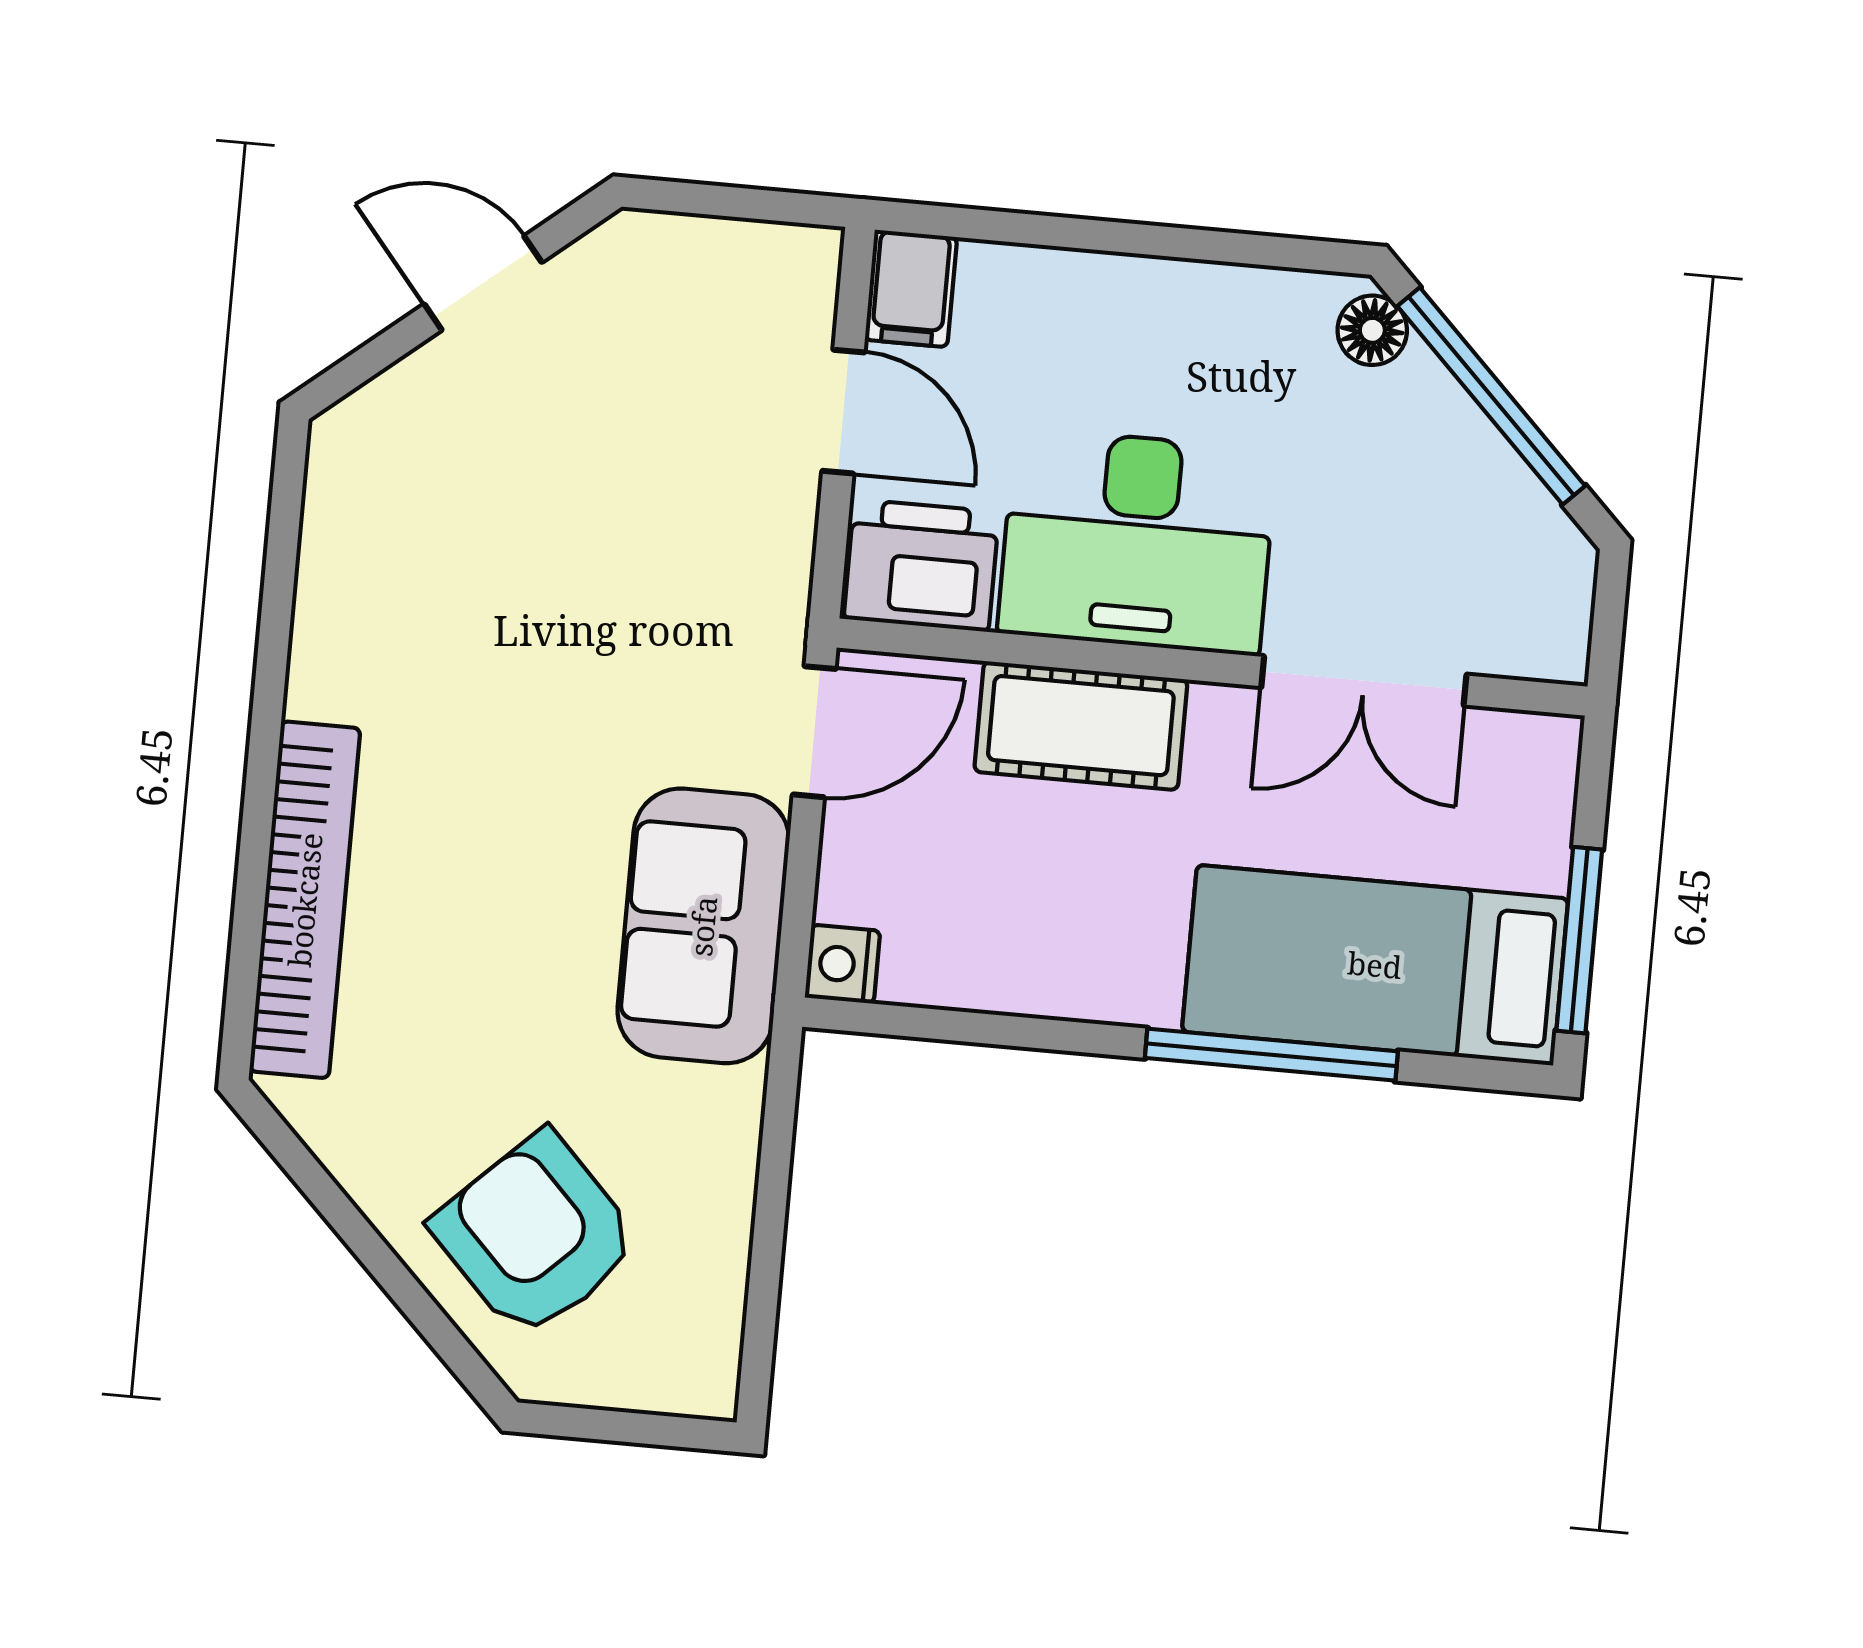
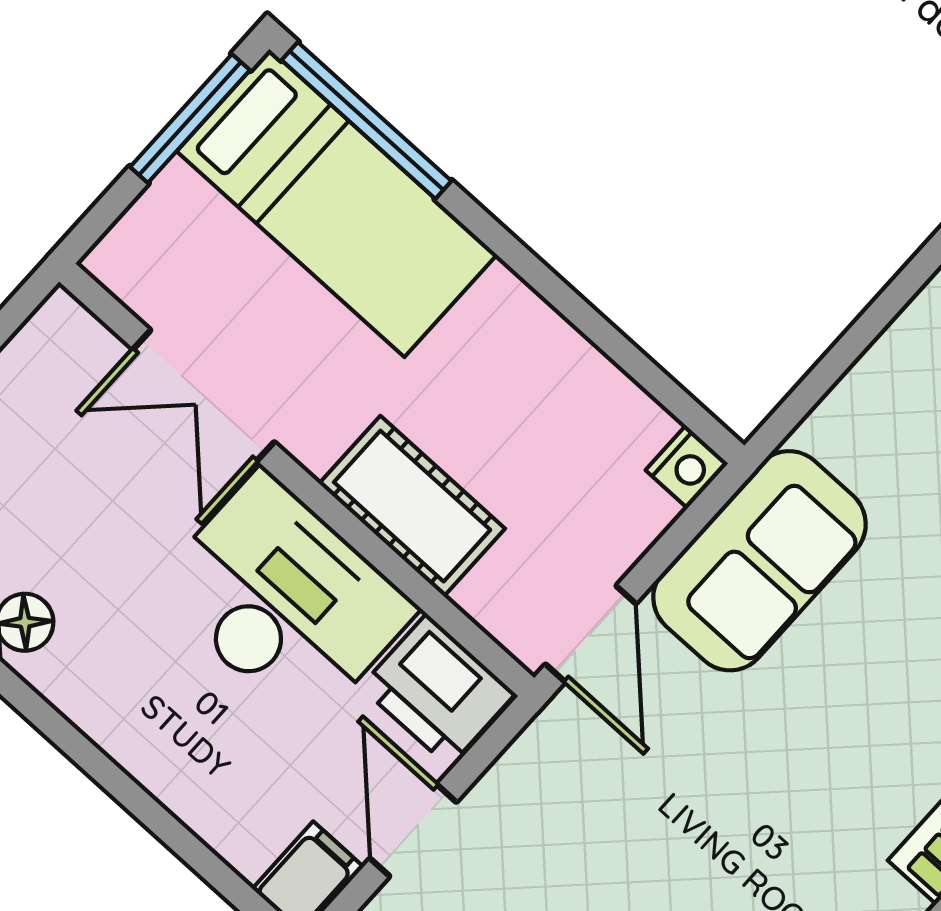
double door: (1364, 681) -> (204, 396), swing flipped
door: (814, 732) -> (591, 634), swing flipped
window: (1271, 1055) -> (367, 121), moved

